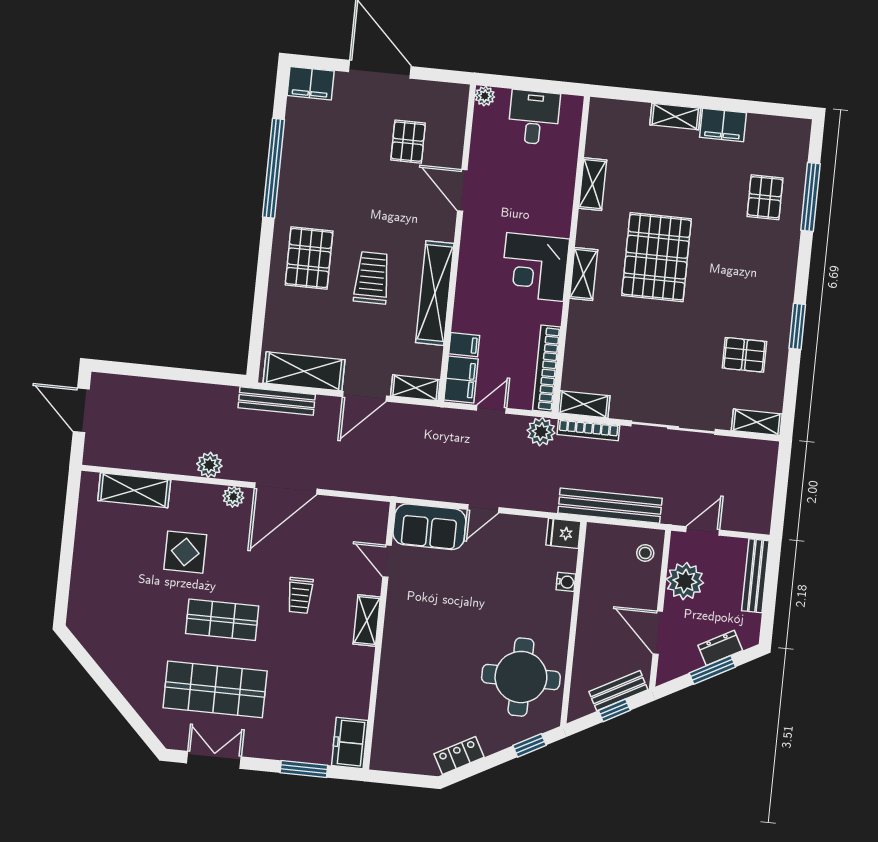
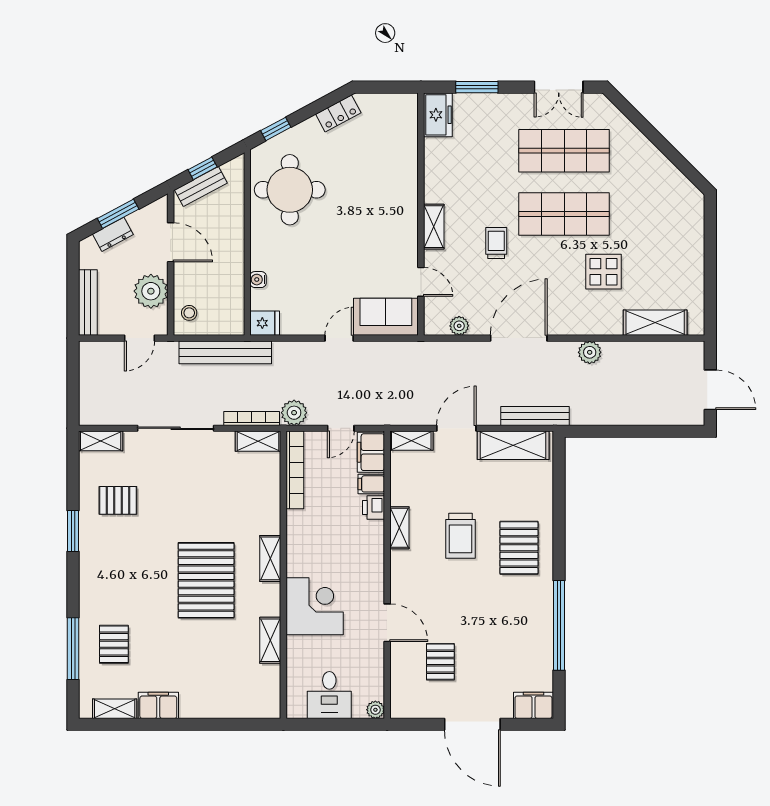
shelving: (675, 116) -> (115, 709), moved
corner desk: (535, 267) -> (315, 606), moved
shelving: (435, 293) -> (399, 528), width x0.45, depth x0.75
printer: (464, 319) -> (374, 507), added
plant: (233, 497) -> (459, 326), moved
shop shelf: (222, 620) -> (564, 214), width x1.43, depth x1.36

